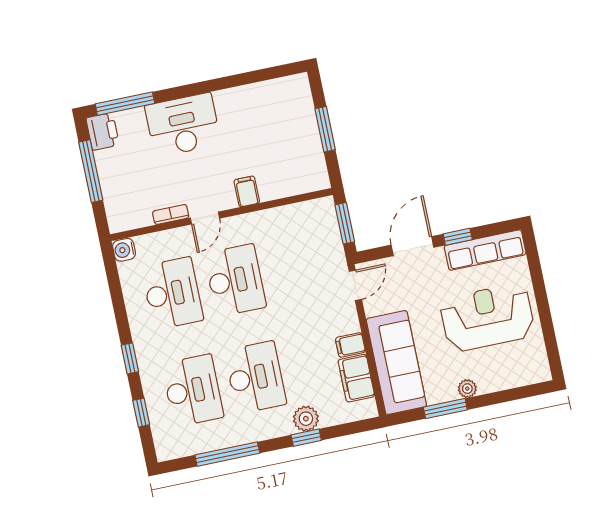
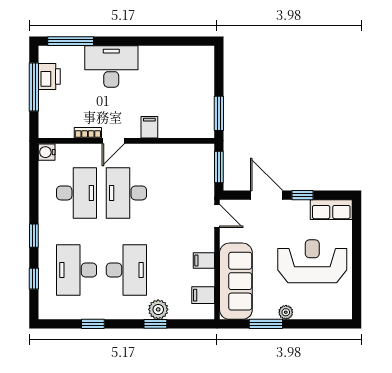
window: (325, 129) -> (219, 113), moved
printer: (103, 131) -> (49, 77), moved
door: (412, 246) -> (267, 195), hinge flipped
row of seats: (485, 250) -> (331, 210), width x0.68
desk: (235, 280) -> (126, 193), turned 180
door: (355, 285) -> (217, 216), hinge flipped
filing cabinet: (356, 378) -> (203, 295), width x0.50
desk: (193, 390) -> (77, 270), turned 180
window: (227, 454) -> (93, 324), width x0.46

